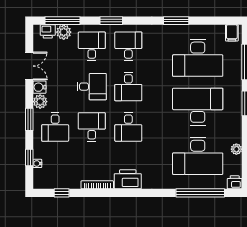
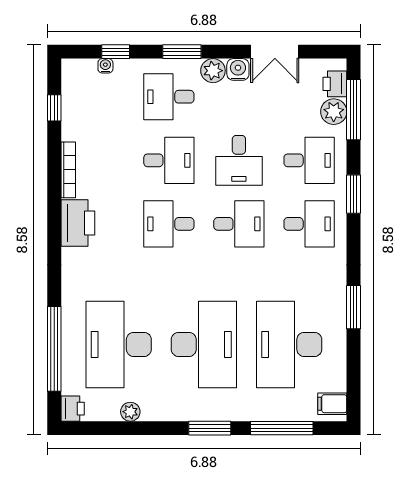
desk: (128, 87) -> (239, 224), turned 180

